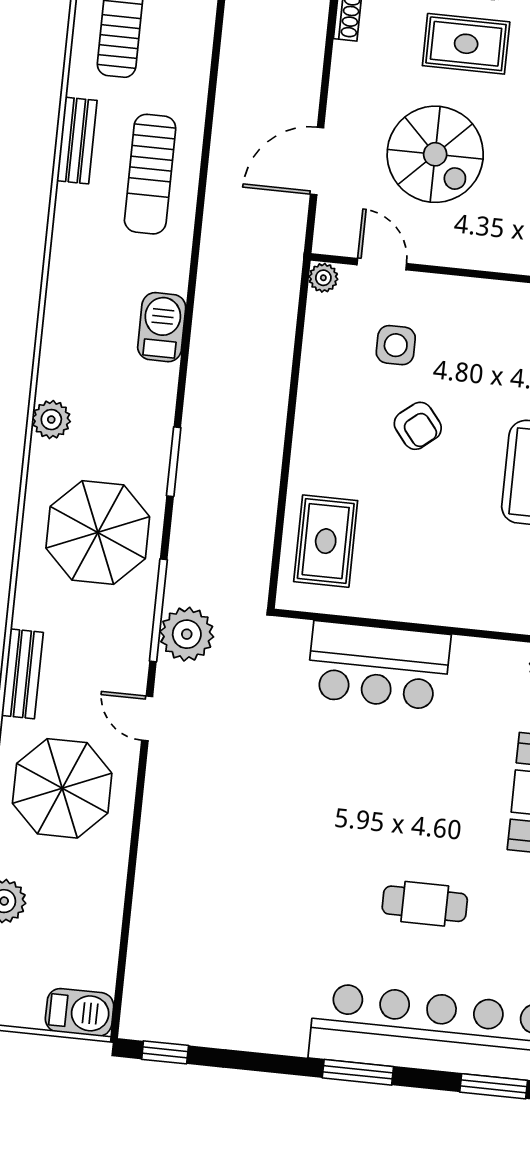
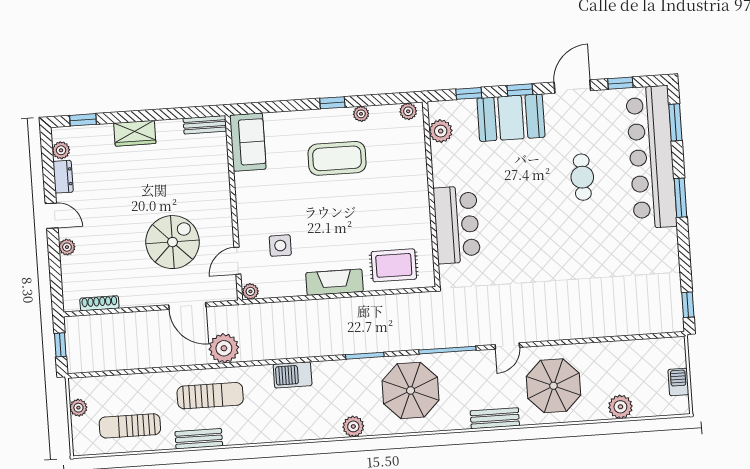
rug: (466, 44) -> (109, 236), removed
armchair: (418, 426) -> (322, 226), removed
fireplace: (314, 430) -> (334, 282), added
plant: (187, 634) -> (224, 348), moved
barbecue: (80, 1012) -> (678, 382), moved, width x0.73, depth x0.79

